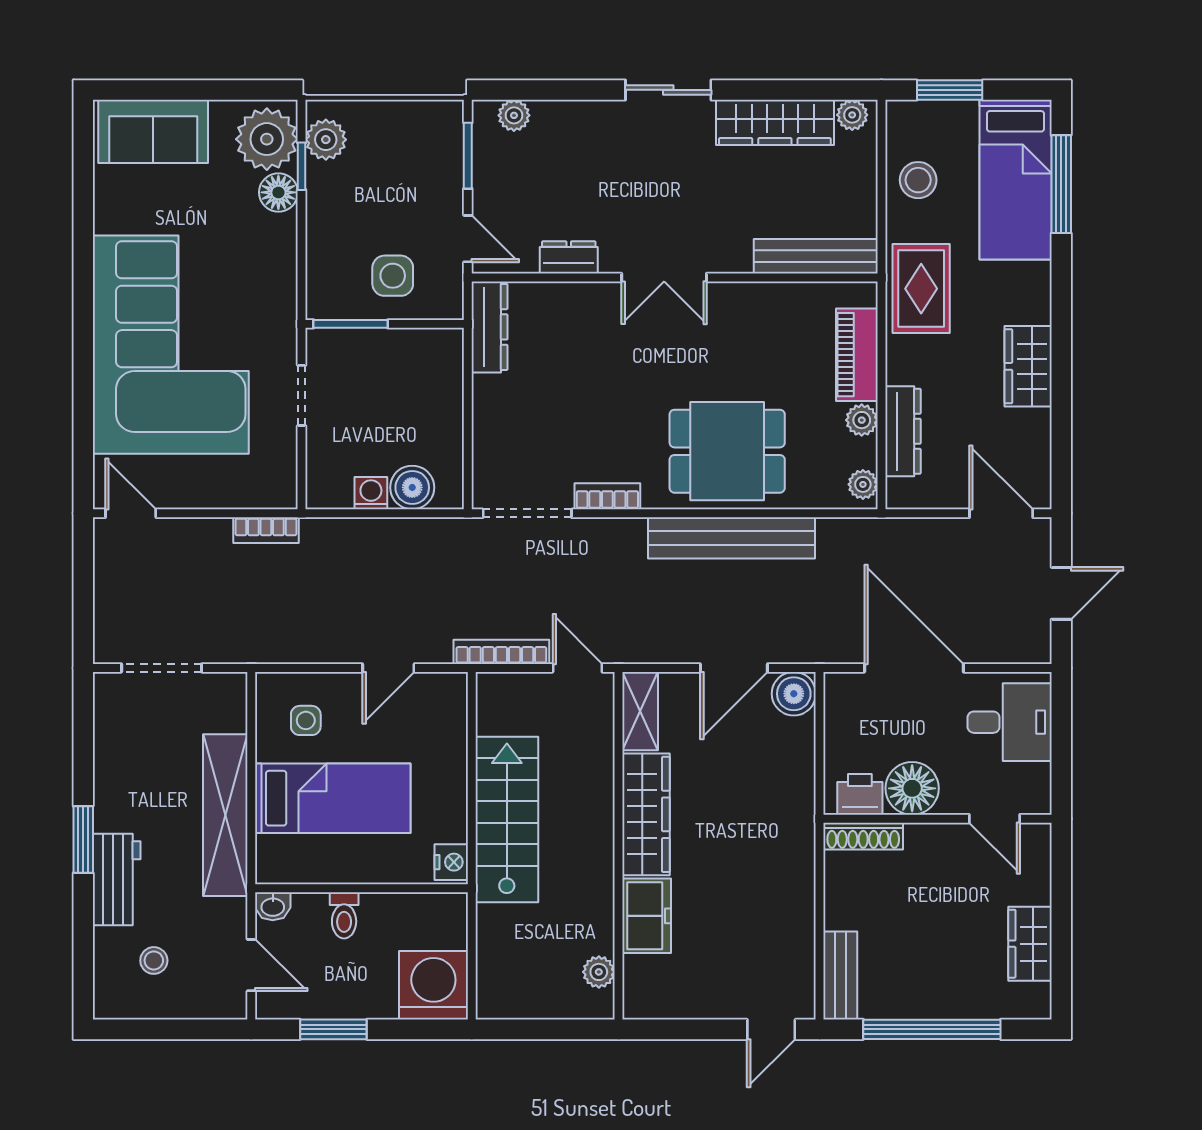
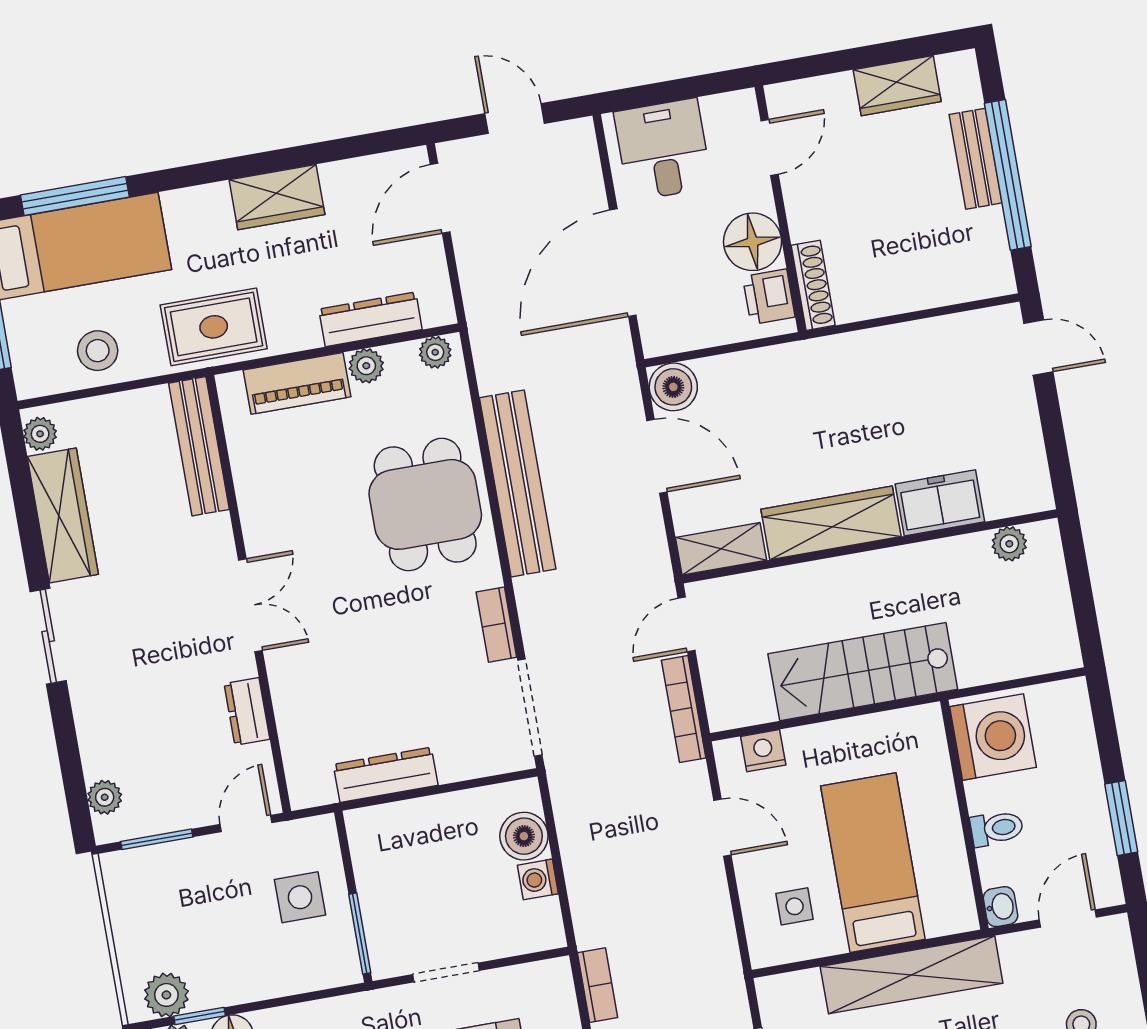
dresser: (490, 327) -> (386, 775), moved
nightstand: (451, 862) -> (763, 751), moved
bench: (840, 976) -> (976, 159), moved, turned 90
washing machine: (433, 985) -> (993, 737), moved, turned 180

